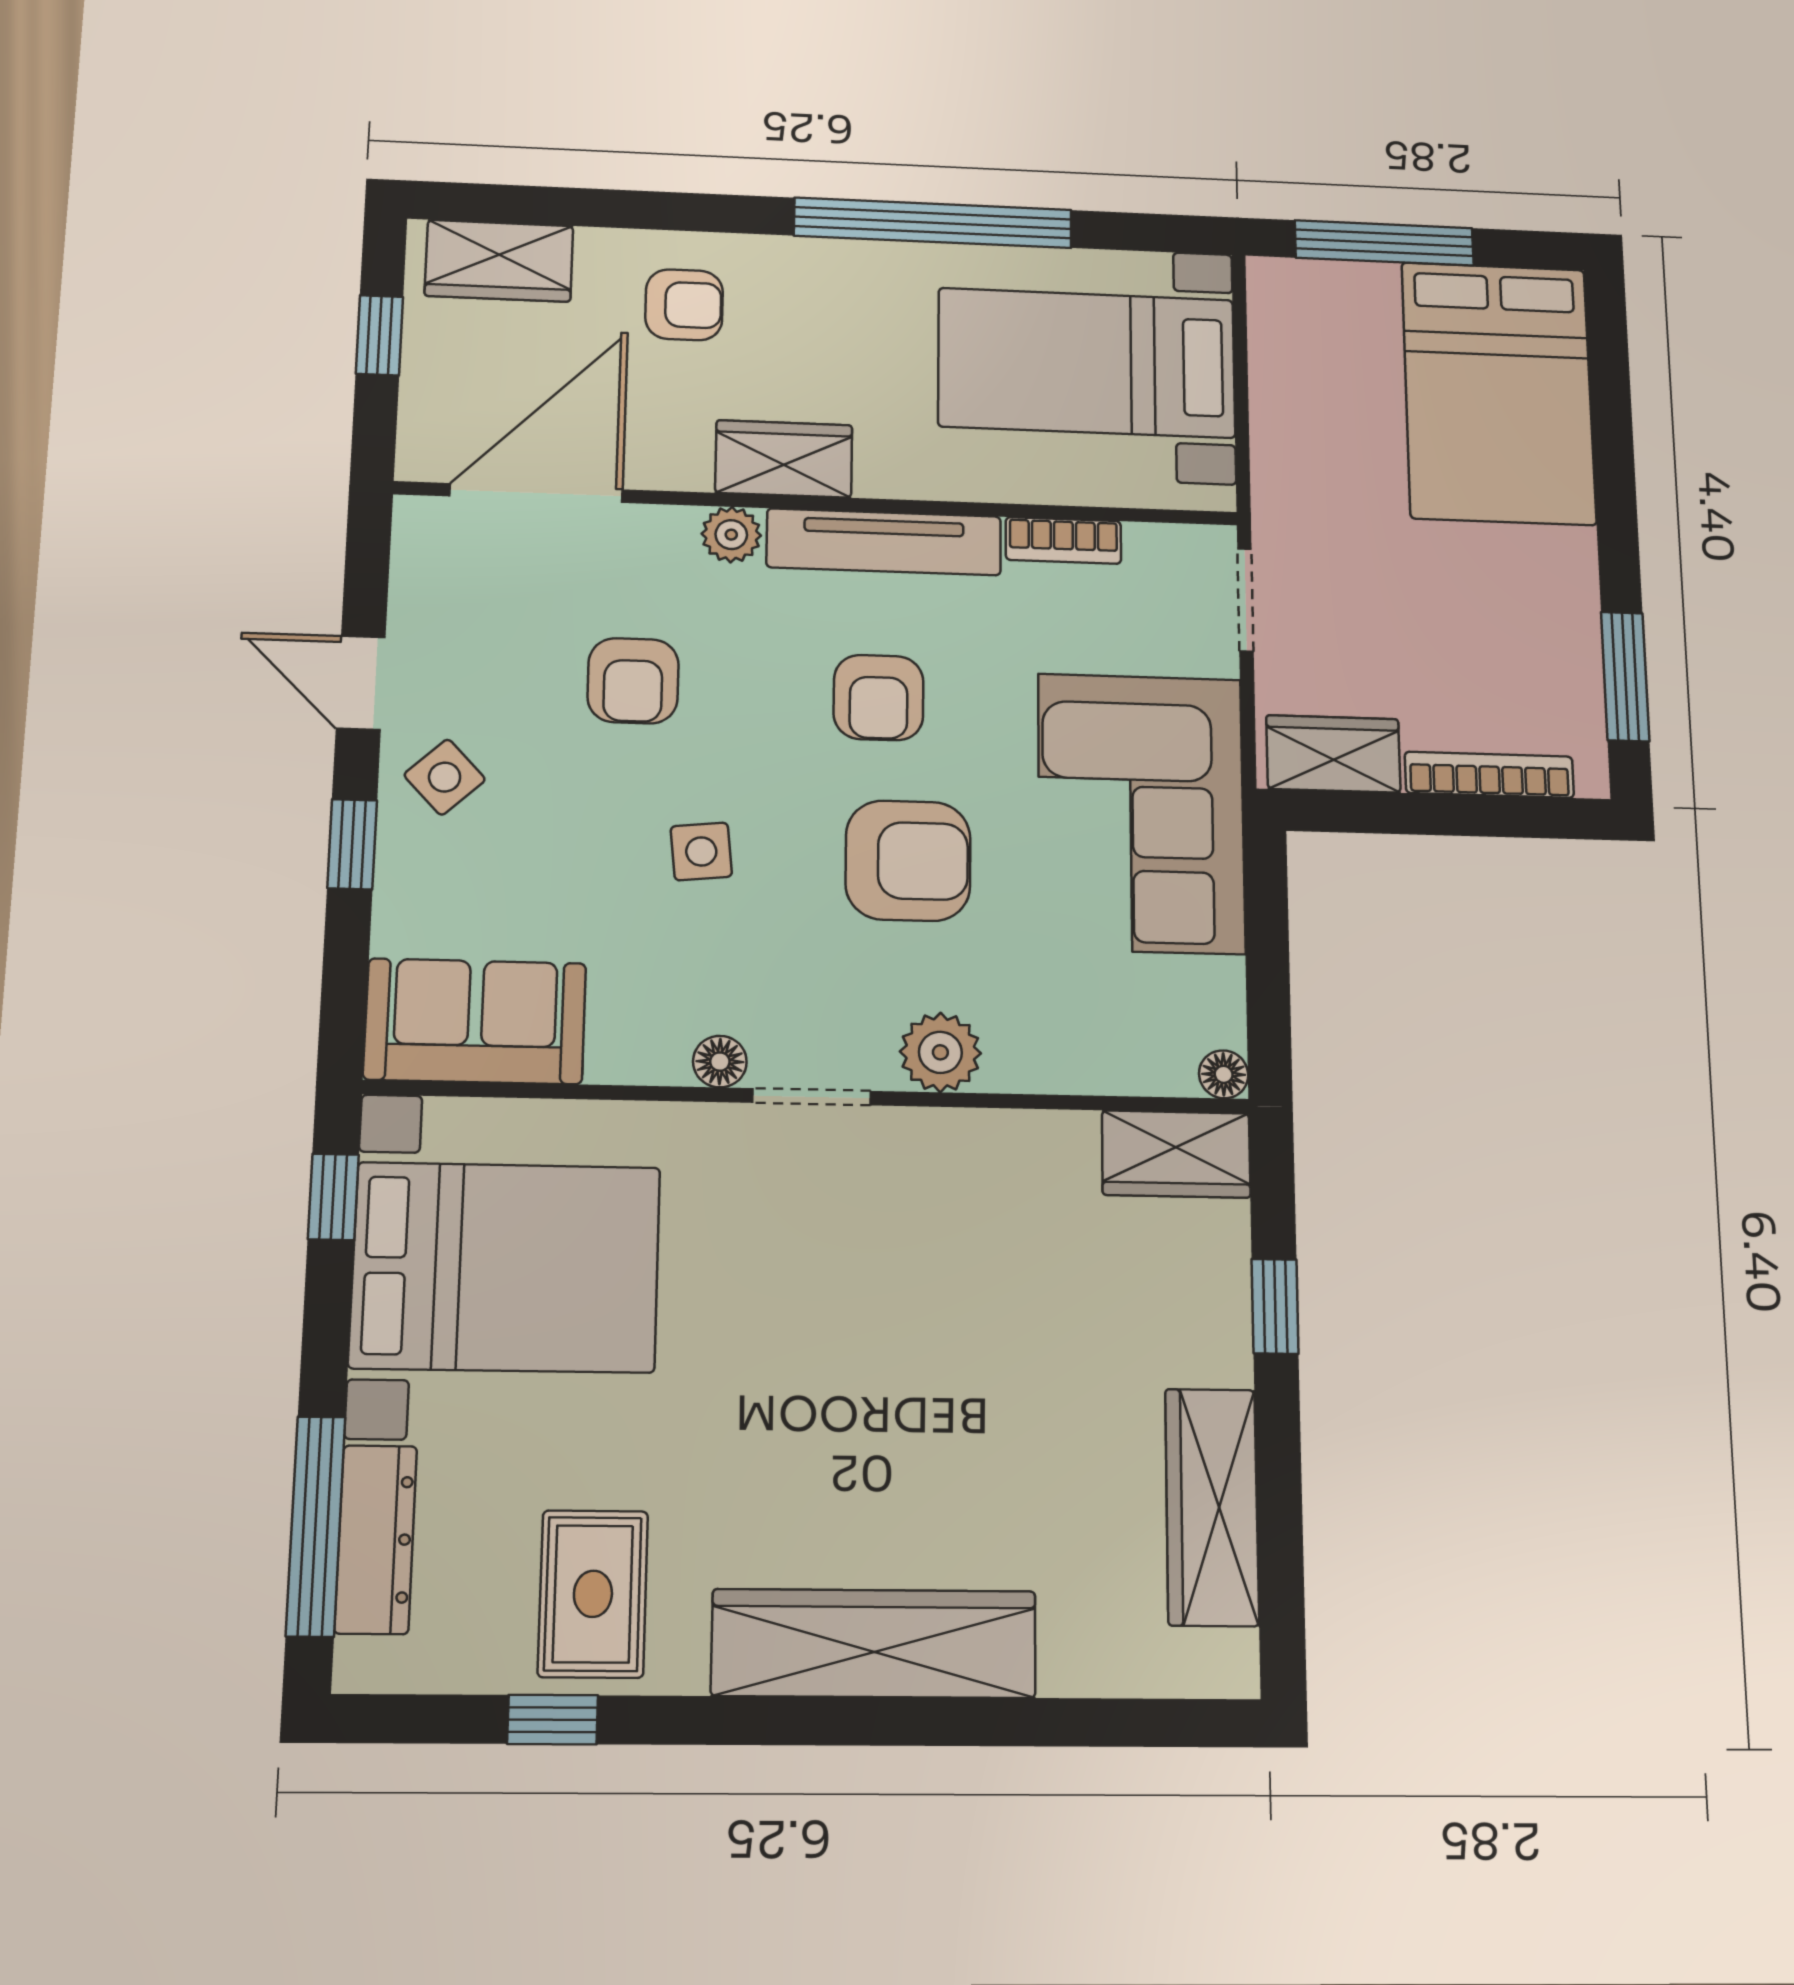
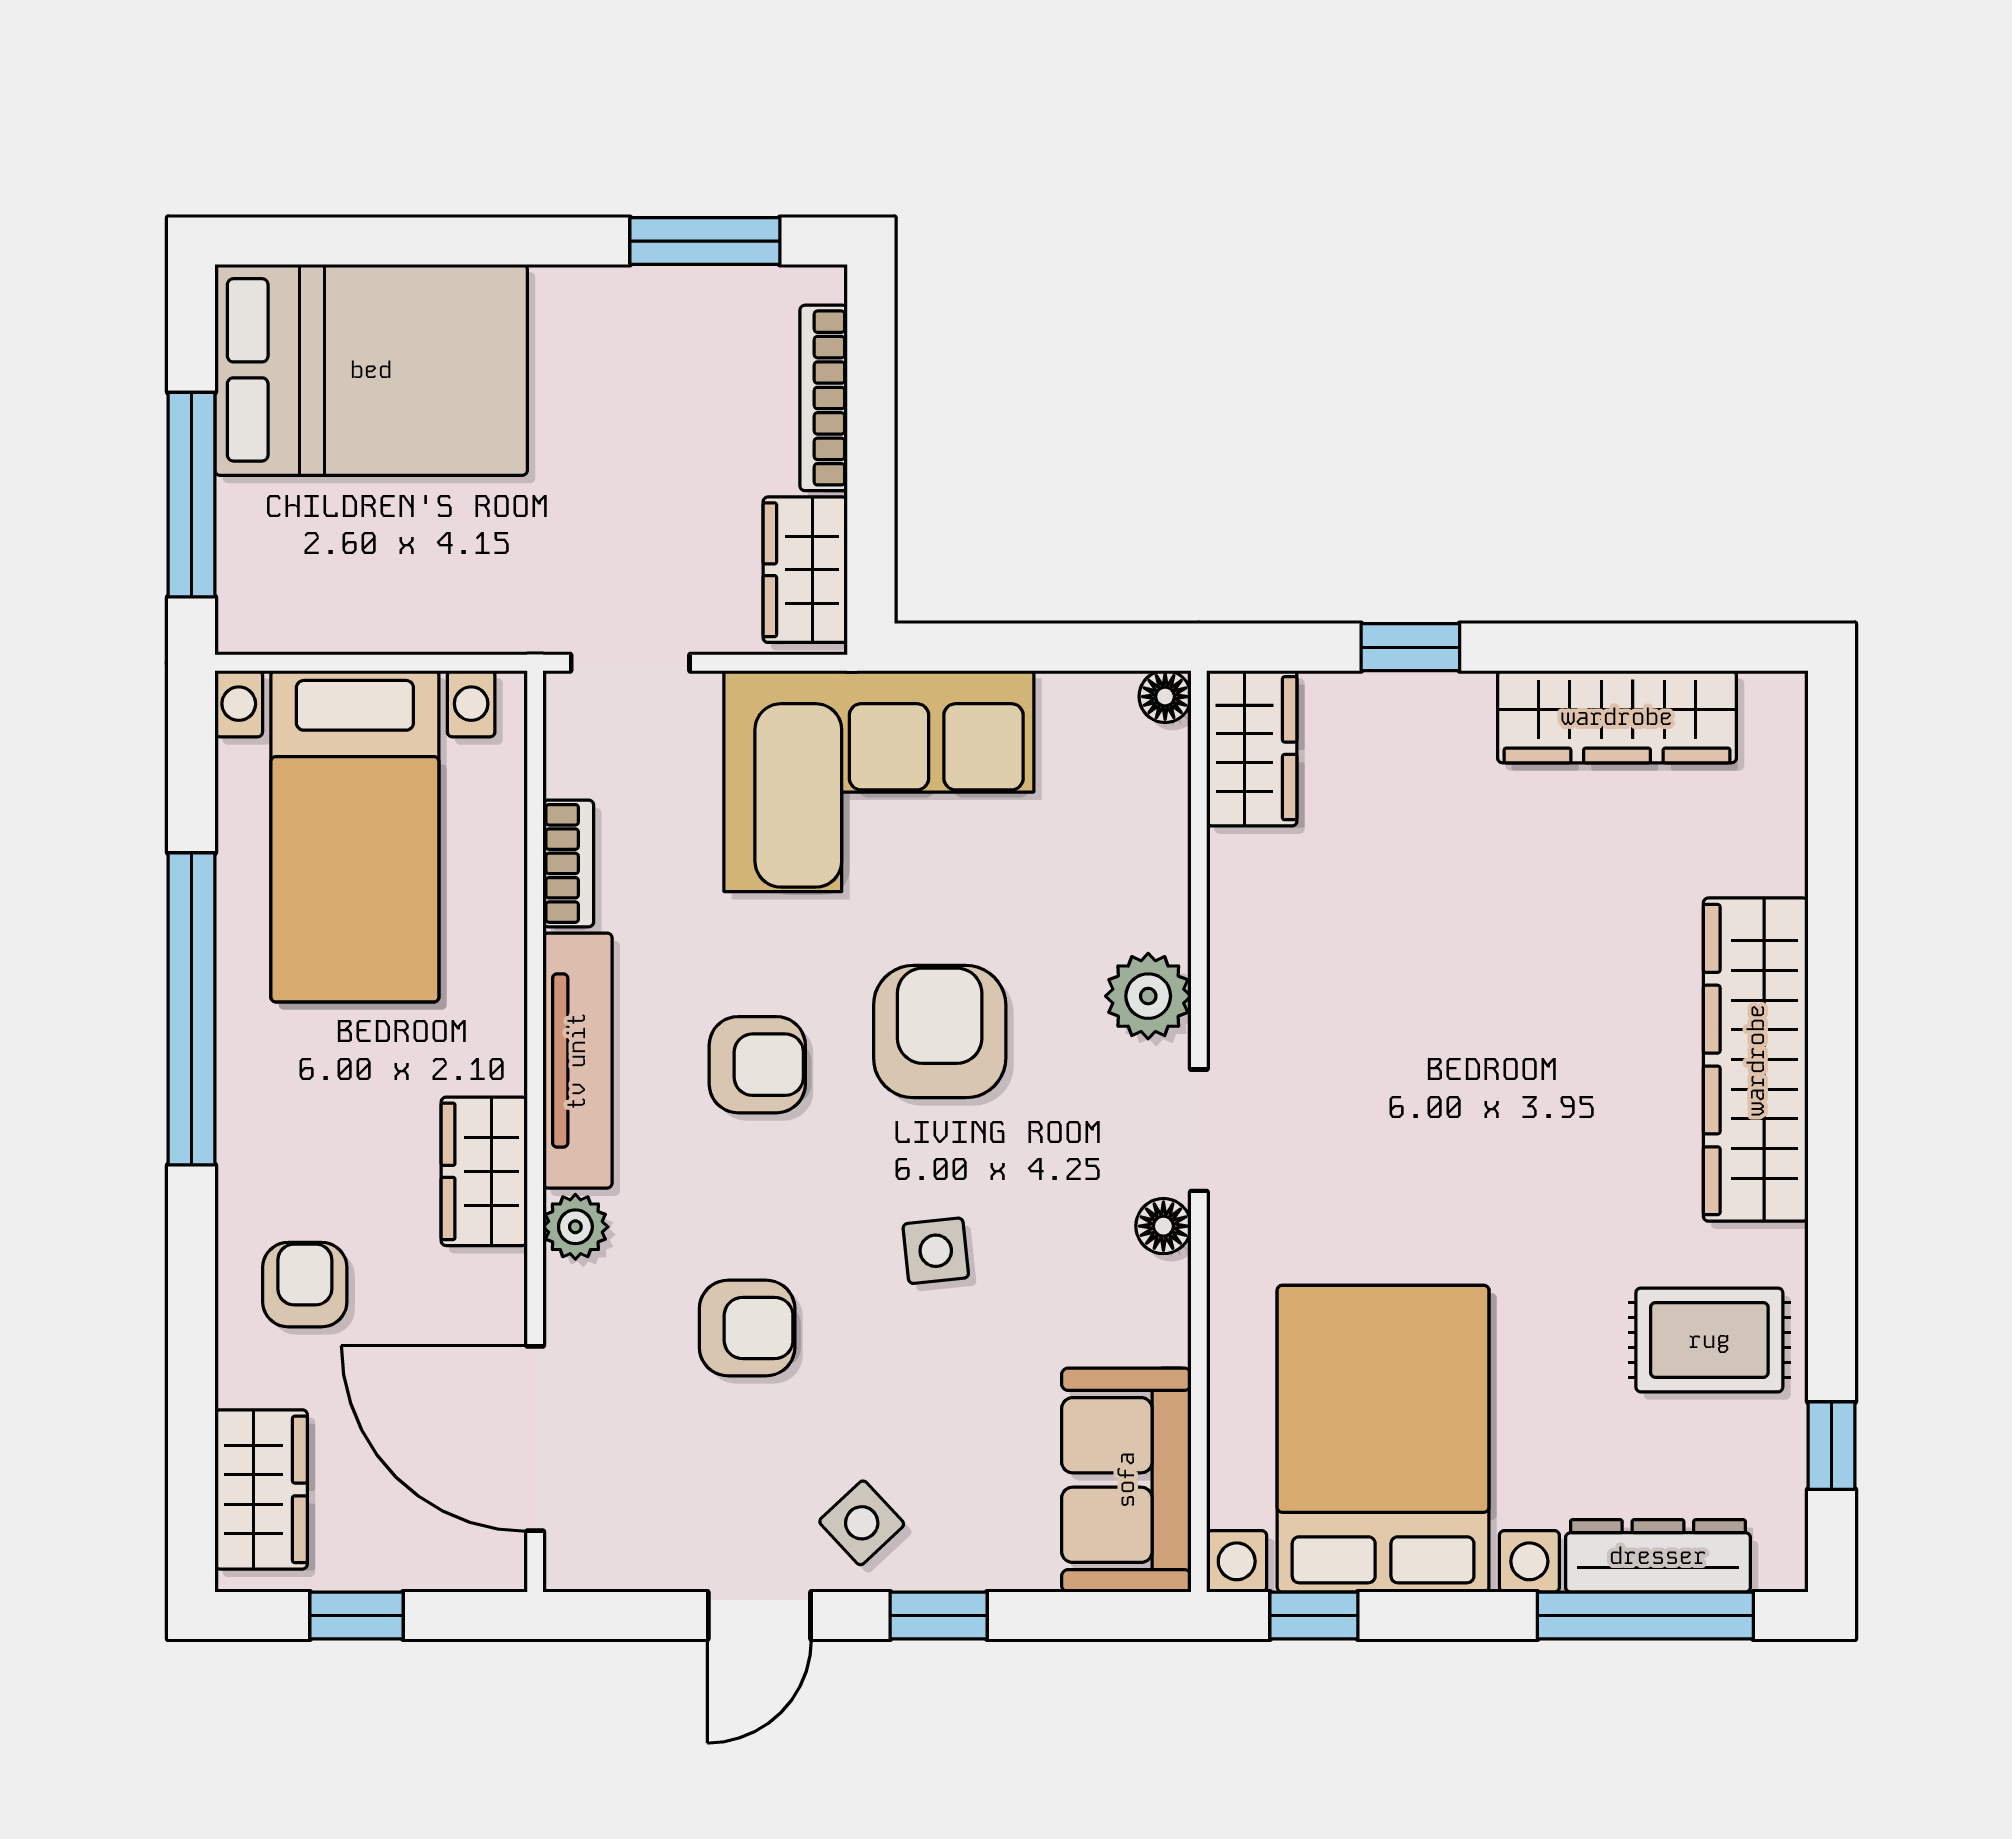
window: (553, 1720) -> (1831, 1446), moved

